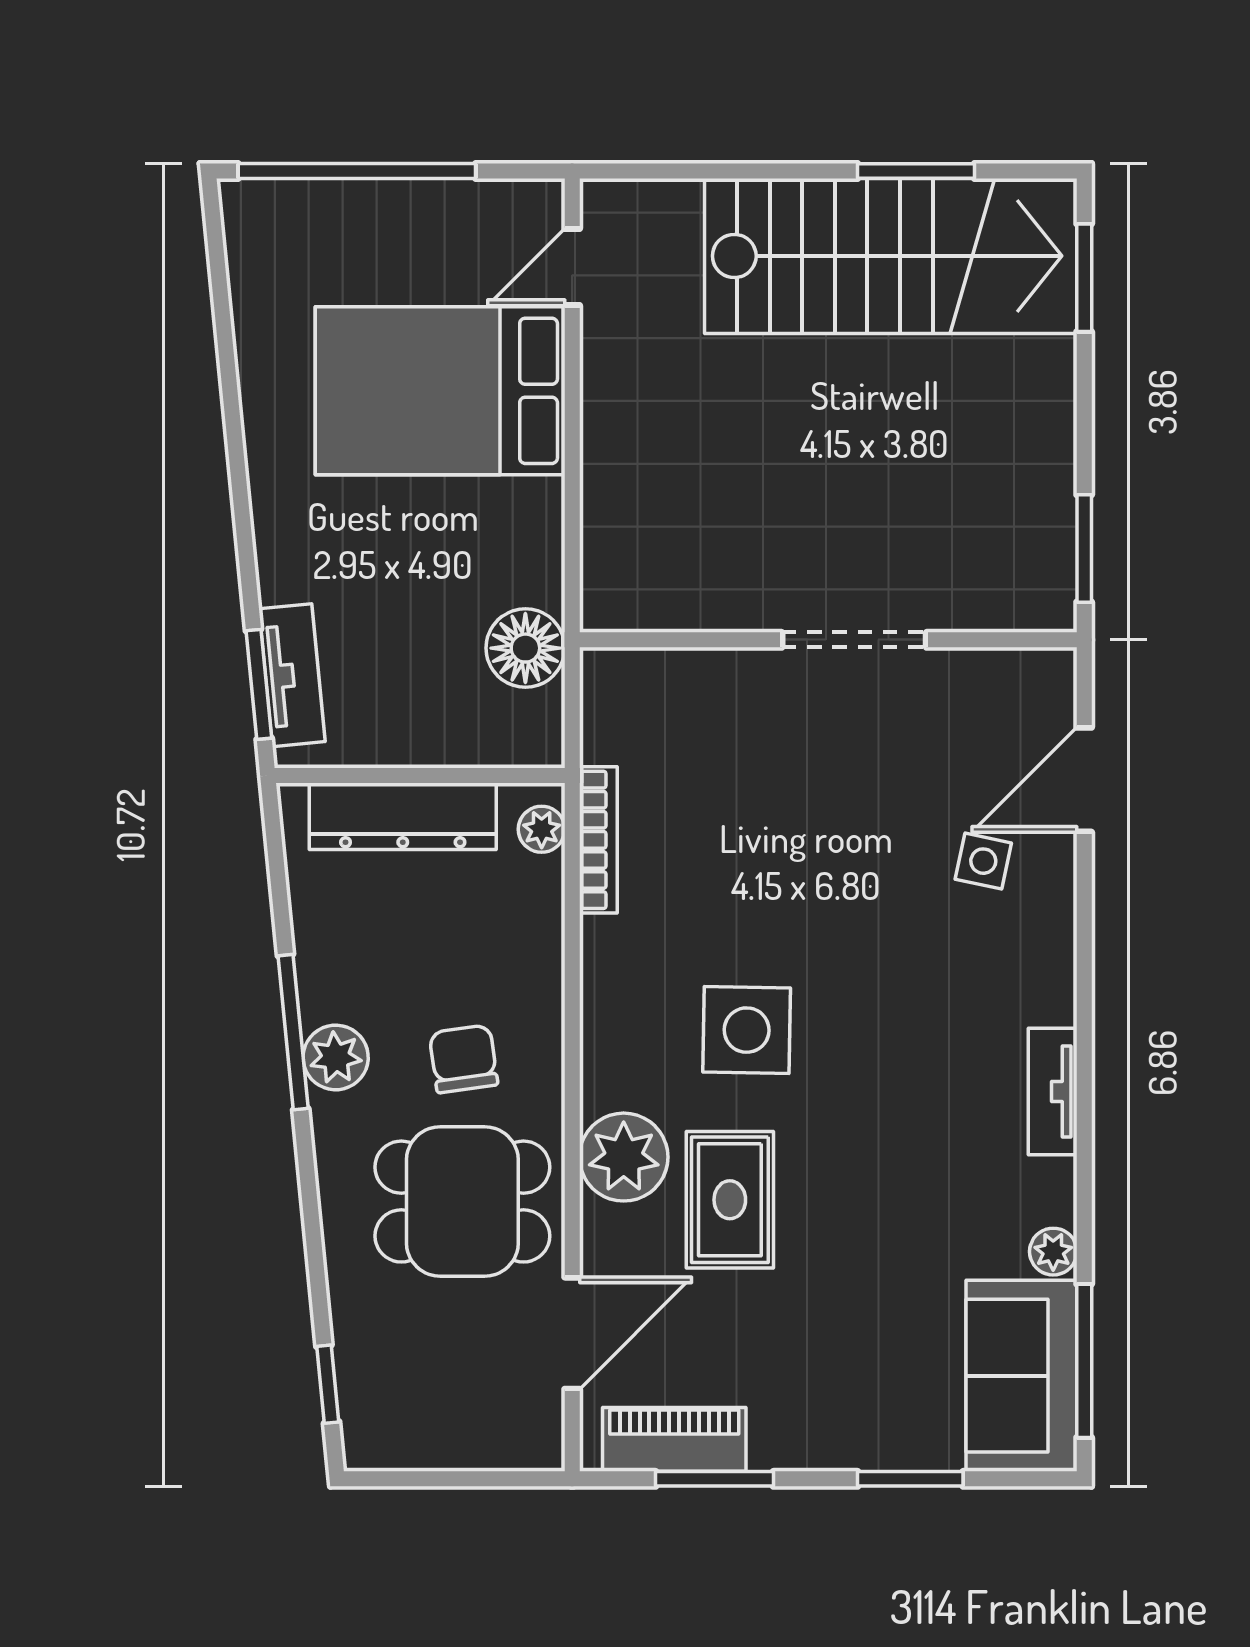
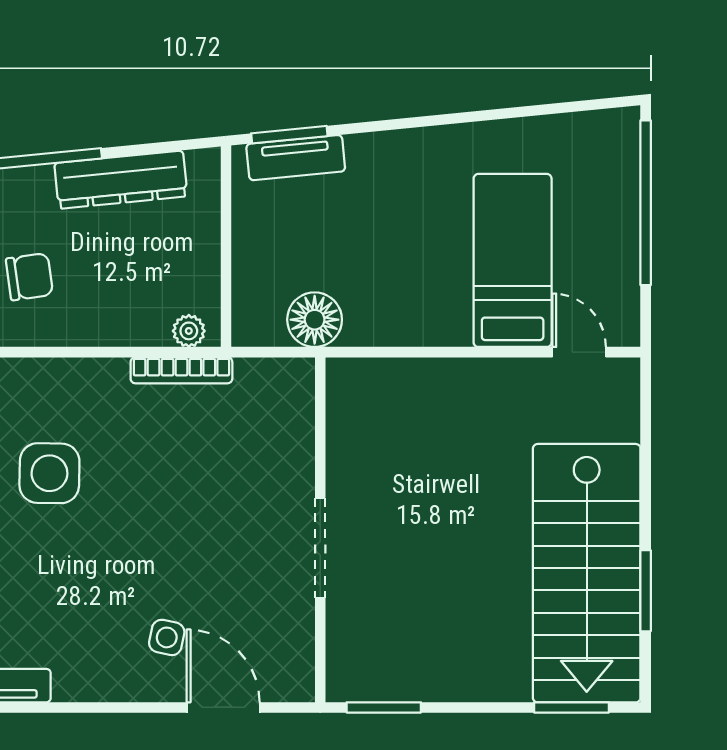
bed: (440, 391) -> (513, 260), width x0.67
dresser: (403, 816) -> (121, 180), moved, turned -96
plant: (336, 1057) -> (30, 188), removed

